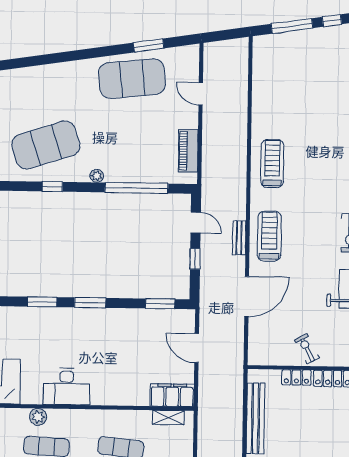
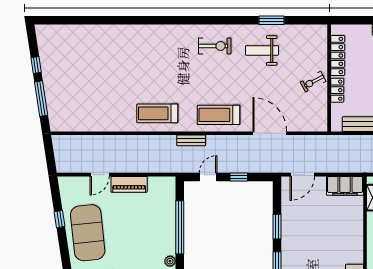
window: (149, 45) -> (59, 219), width x0.67
piano: (188, 151) -> (129, 184), moved
bench: (239, 238) -> (191, 140), moved
window: (160, 304) -> (277, 227), moved
door: (197, 348) -> (302, 175), moved
filing cabinet: (172, 395) -> (345, 186), moved, turned -90

